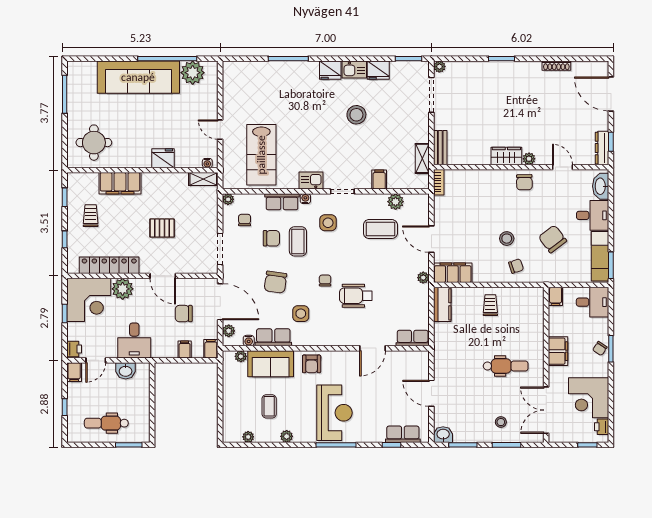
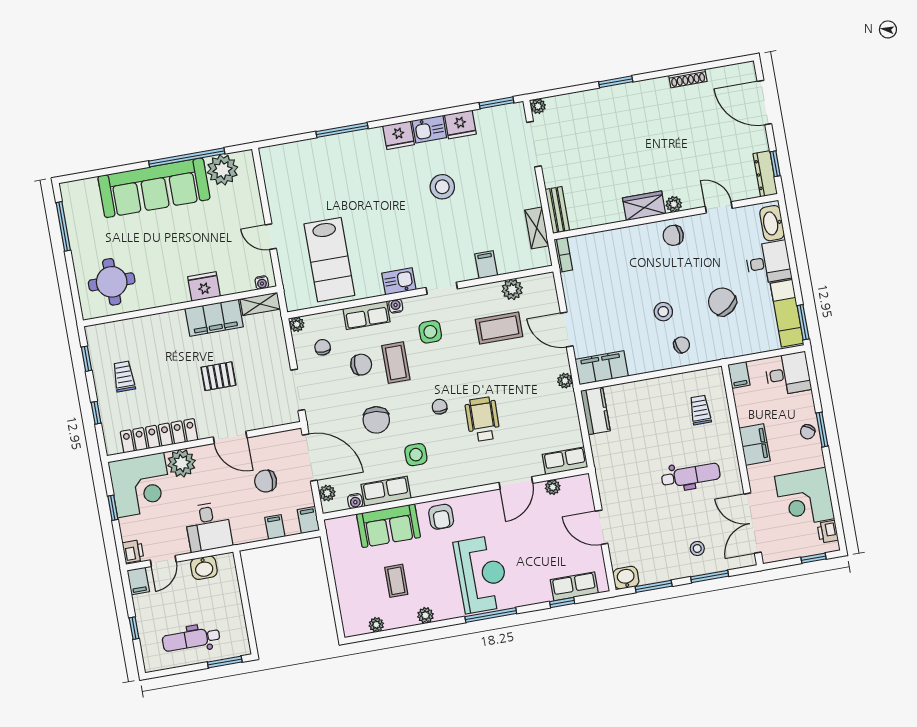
chair: (524, 182) -> (673, 235), turned 91
filing cabinet: (120, 183) -> (214, 318), moved
wheelchair: (356, 296) -> (483, 419), turned 91
trolley: (490, 305) -> (700, 410), moved
plant: (241, 356) -> (553, 487), moved

